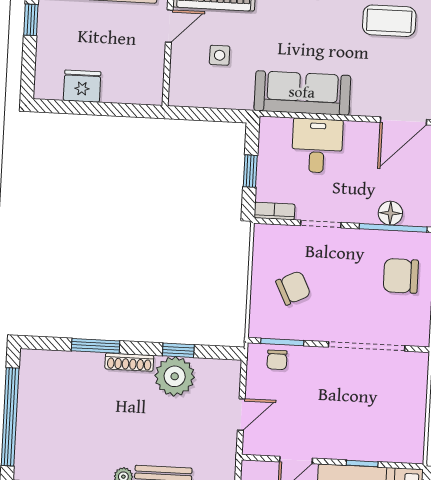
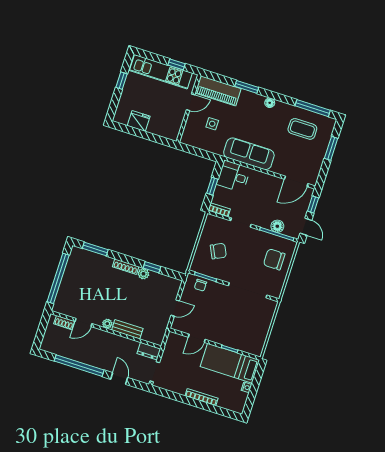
desk: (317, 146) -> (233, 176), moved, turned -90
window: (96, 346) -> (95, 249), moved
plant: (175, 376) -> (143, 274), width x0.53, depth x0.53

